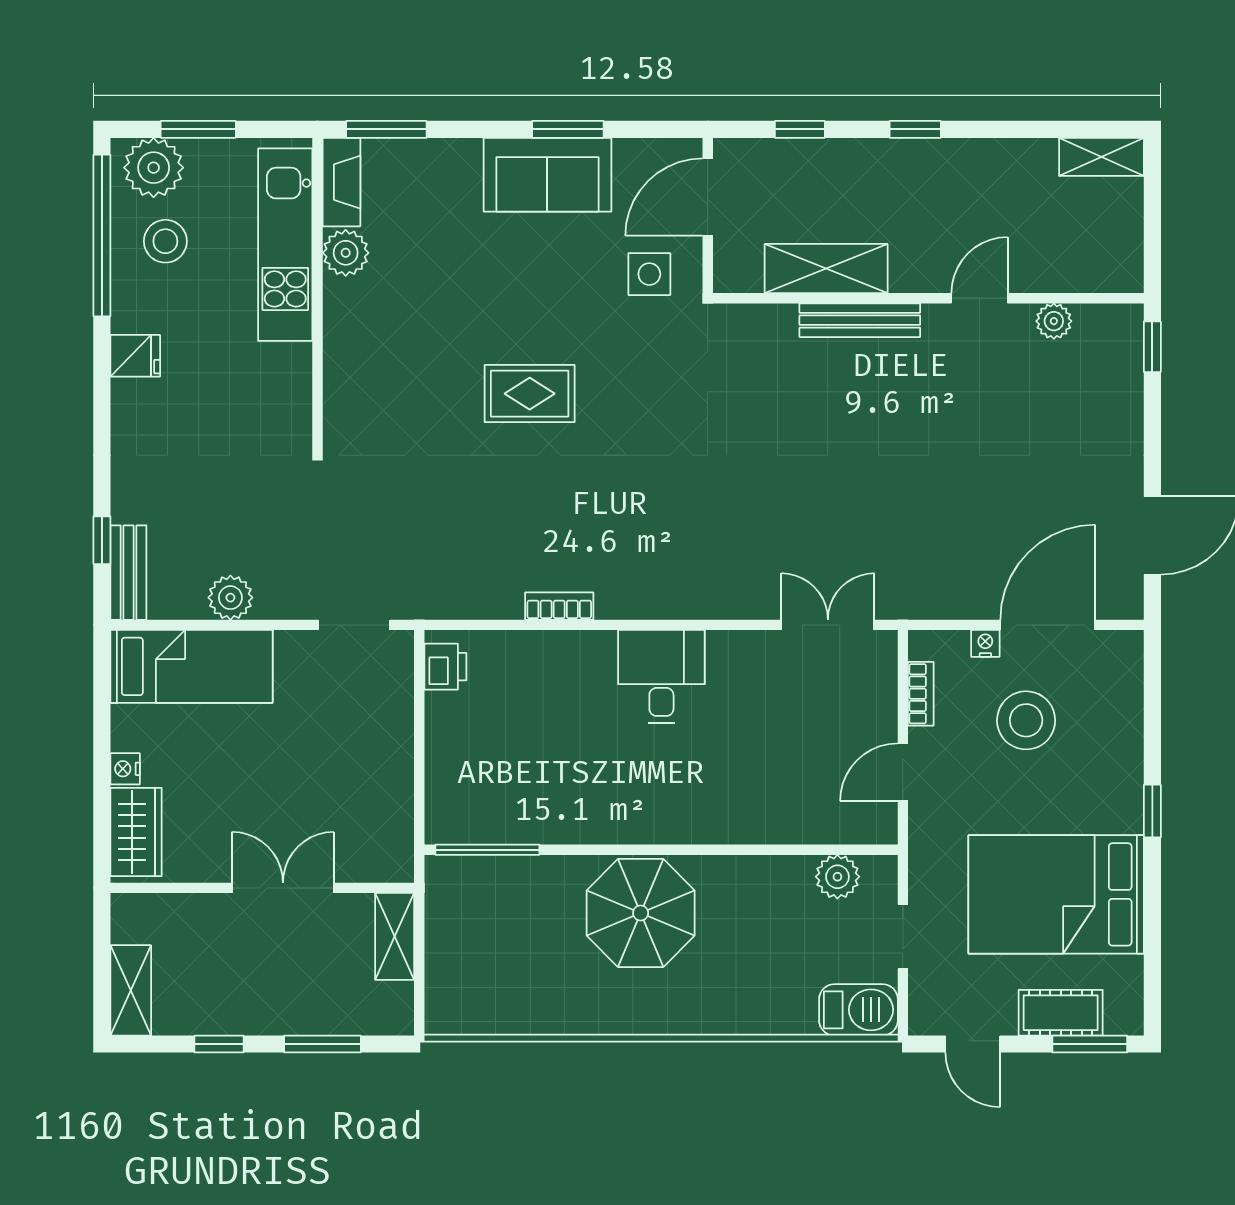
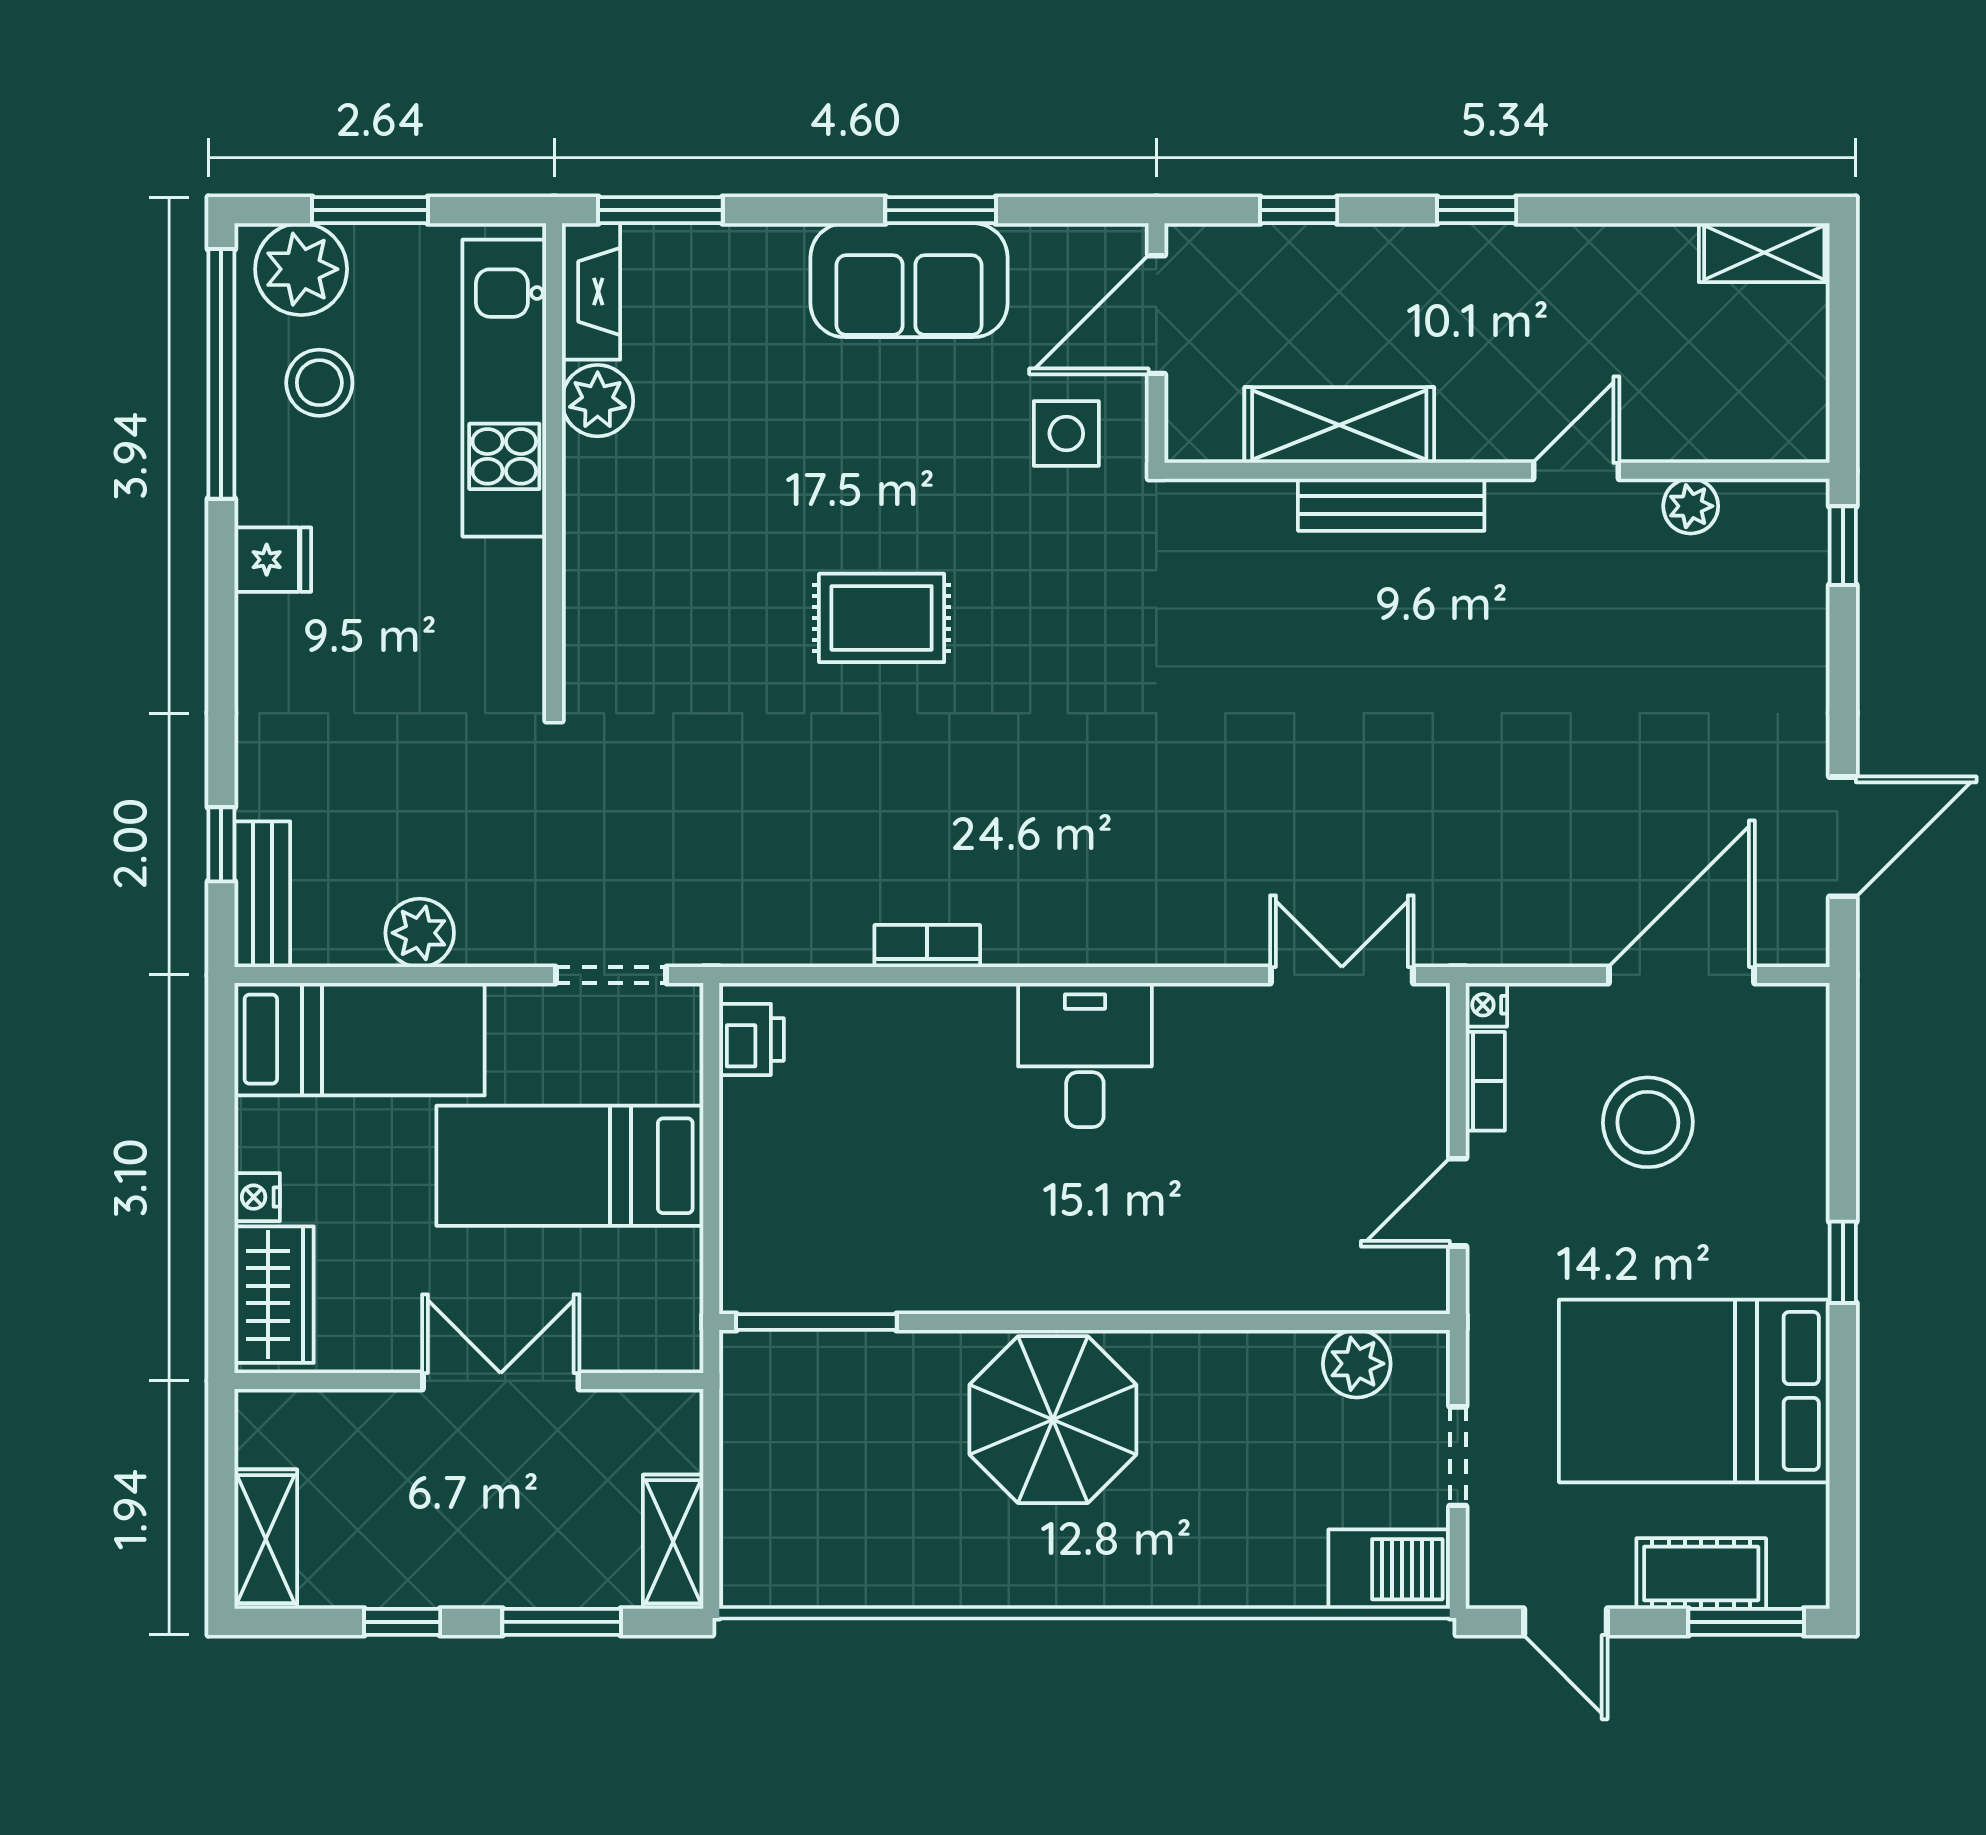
nightstand: (985, 643) -> (1486, 1005), moved, turned -90
bed: (328, 749) -> (570, 1166), added
shelving: (395, 936) -> (673, 1542), moved

